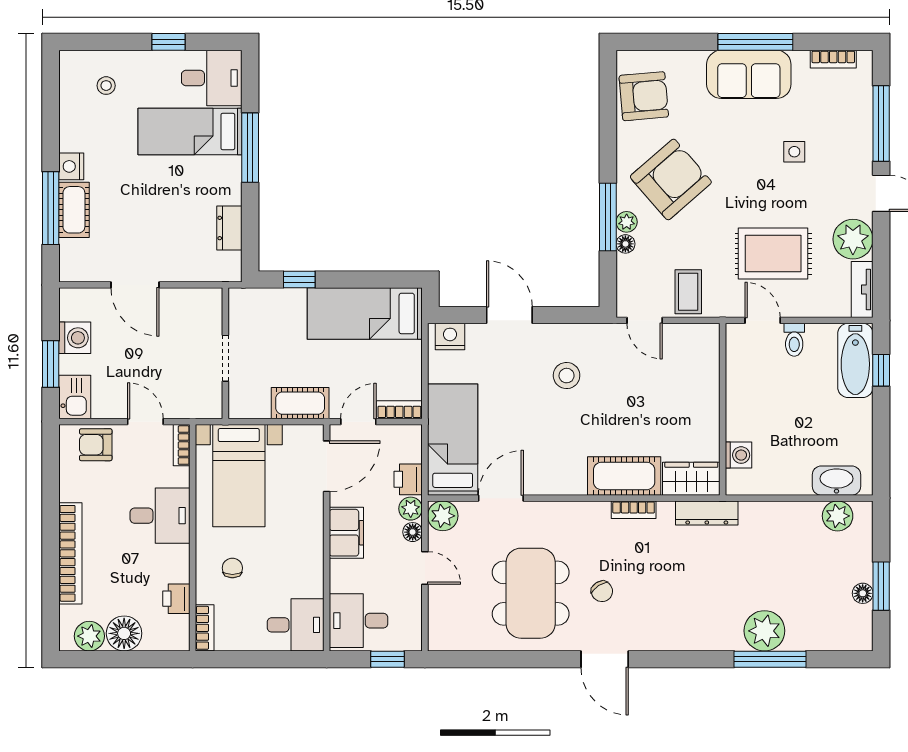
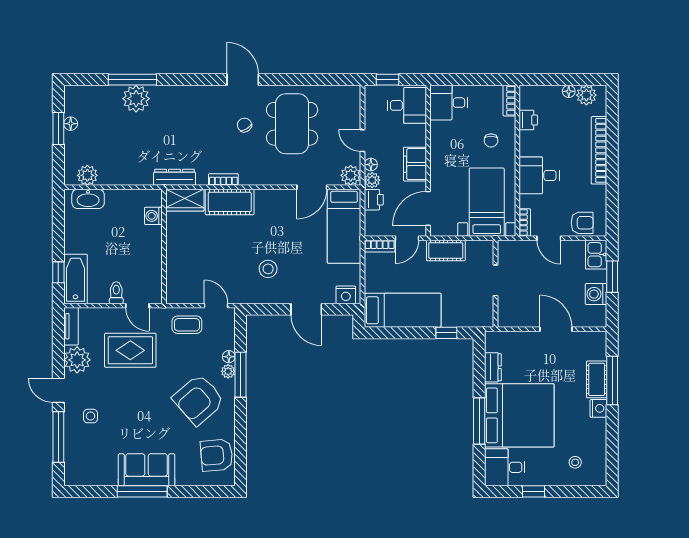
bookcase: (833, 59) -> (90, 480), removed
bed: (190, 132) -> (519, 415), width x2.04
side table: (794, 152) -> (91, 416), moved
coffee table: (688, 292) -> (187, 325), turned 90
floor lamp: (124, 633) -> (569, 91), width x0.53, depth x0.53

